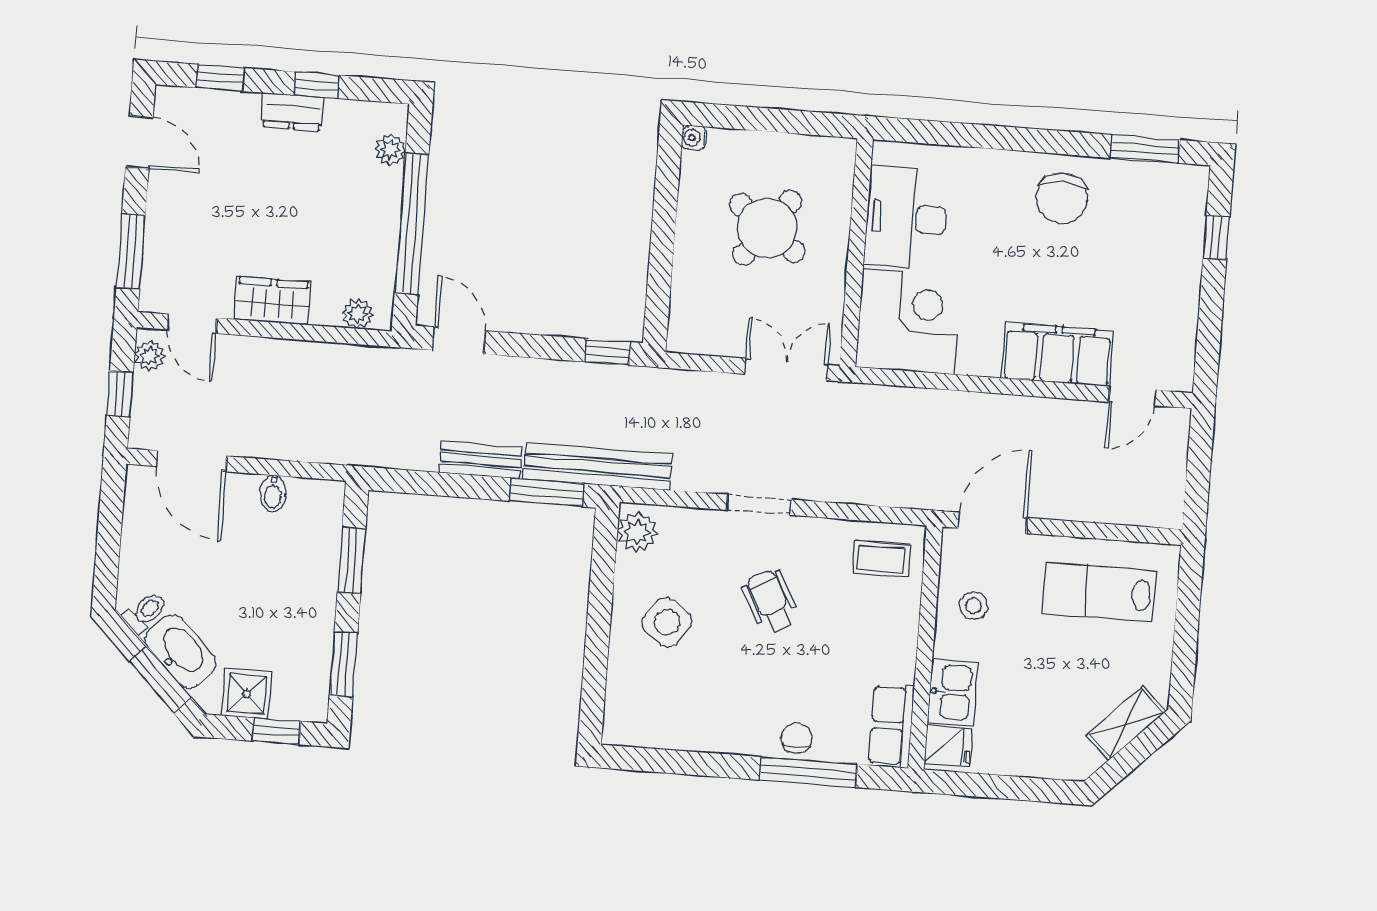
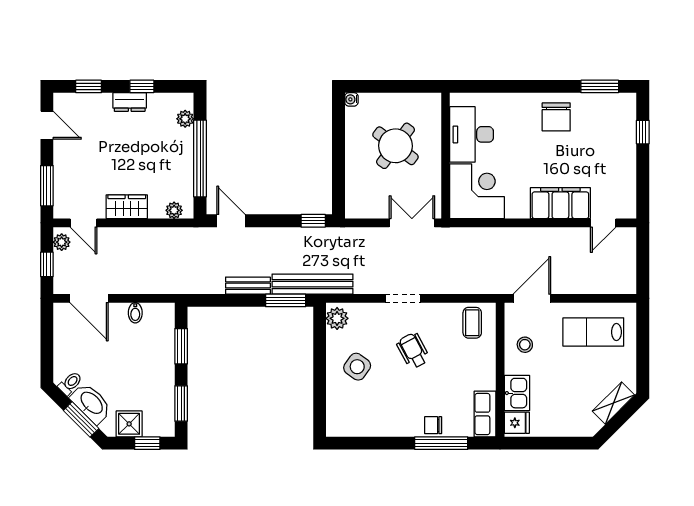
coffee table: (881, 559) -> (472, 323), turned 90
chair: (796, 739) -> (433, 425), turned -90

